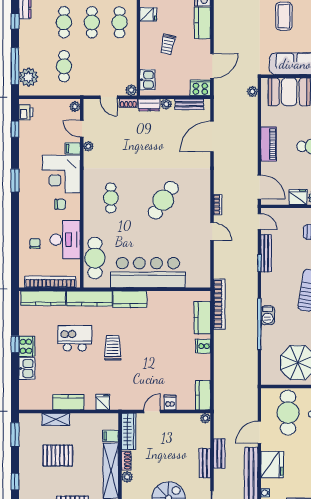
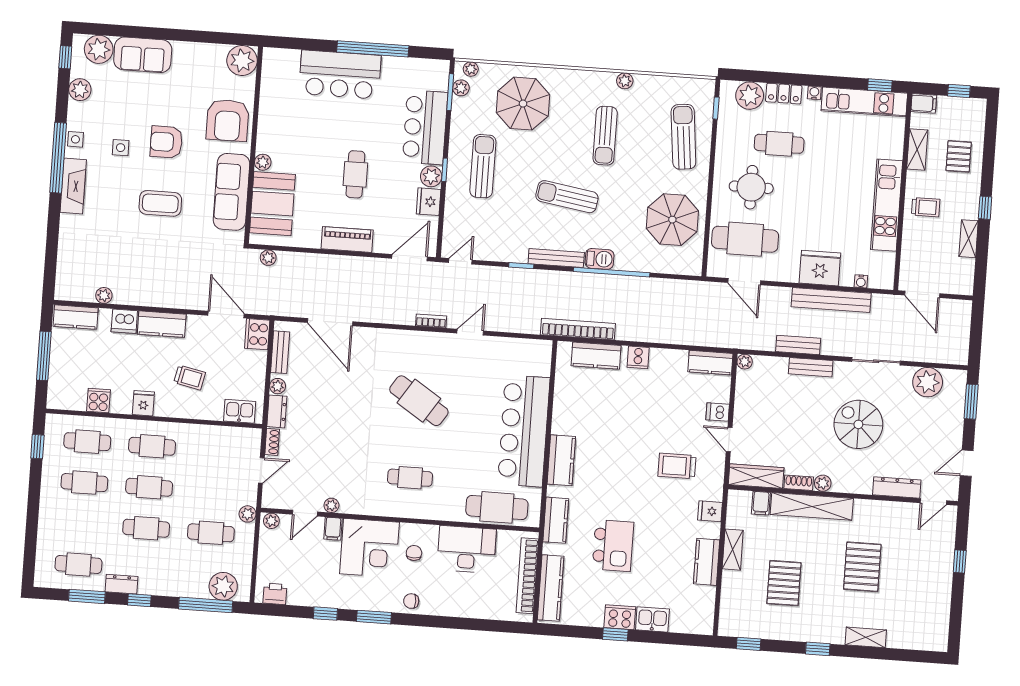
plant: (131, 90) -> (248, 514), moved
window: (15, 129) -> (325, 614), moved
chair: (35, 243) -> (411, 601), moved
bench: (266, 253) -> (556, 258), moved
kitchen counter: (89, 298) -> (556, 520), width x0.67
kitchen island: (75, 338) -> (613, 546), turned 180
trolley: (113, 348) -> (677, 466), moved
shelving: (56, 419) -> (733, 550), moved
door: (259, 432) -> (744, 282), moved
window: (15, 435) -> (749, 644), width x0.67

